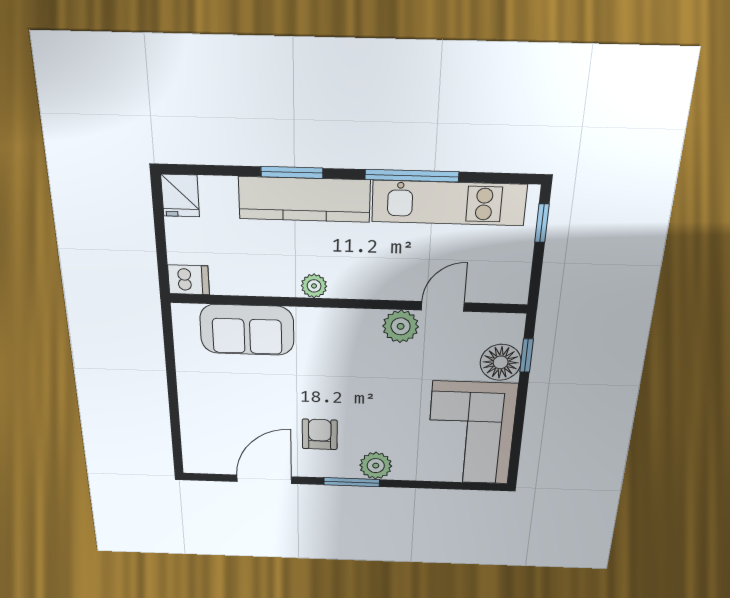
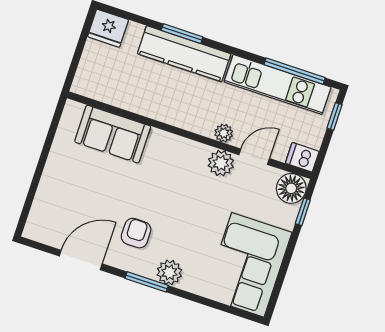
window: (412, 176) -> (295, 71), moved
fridge: (180, 196) -> (108, 28), width x1.38
dishwasher: (189, 280) -> (302, 157), moved, turned 180
plant: (314, 286) -> (224, 133), moved
floor lamp: (501, 362) -> (291, 188), moved

